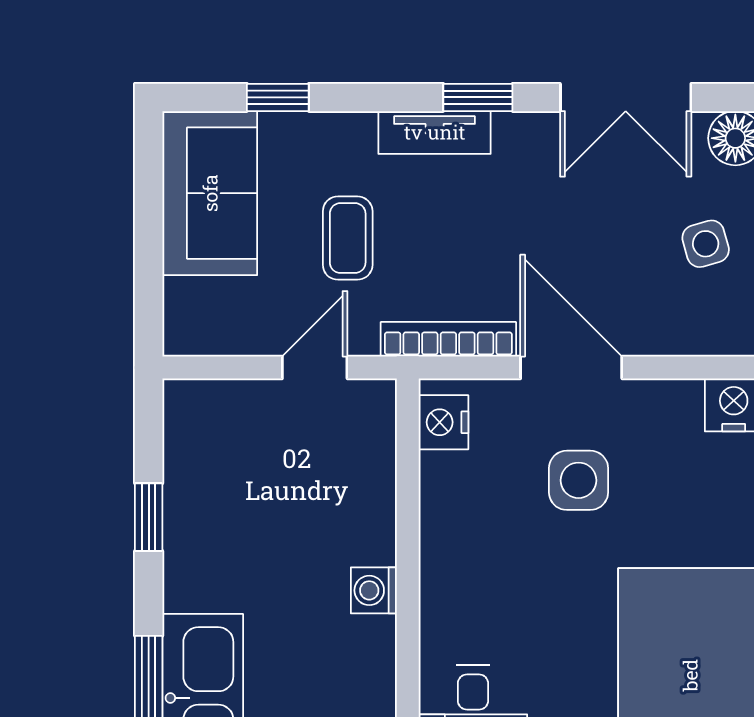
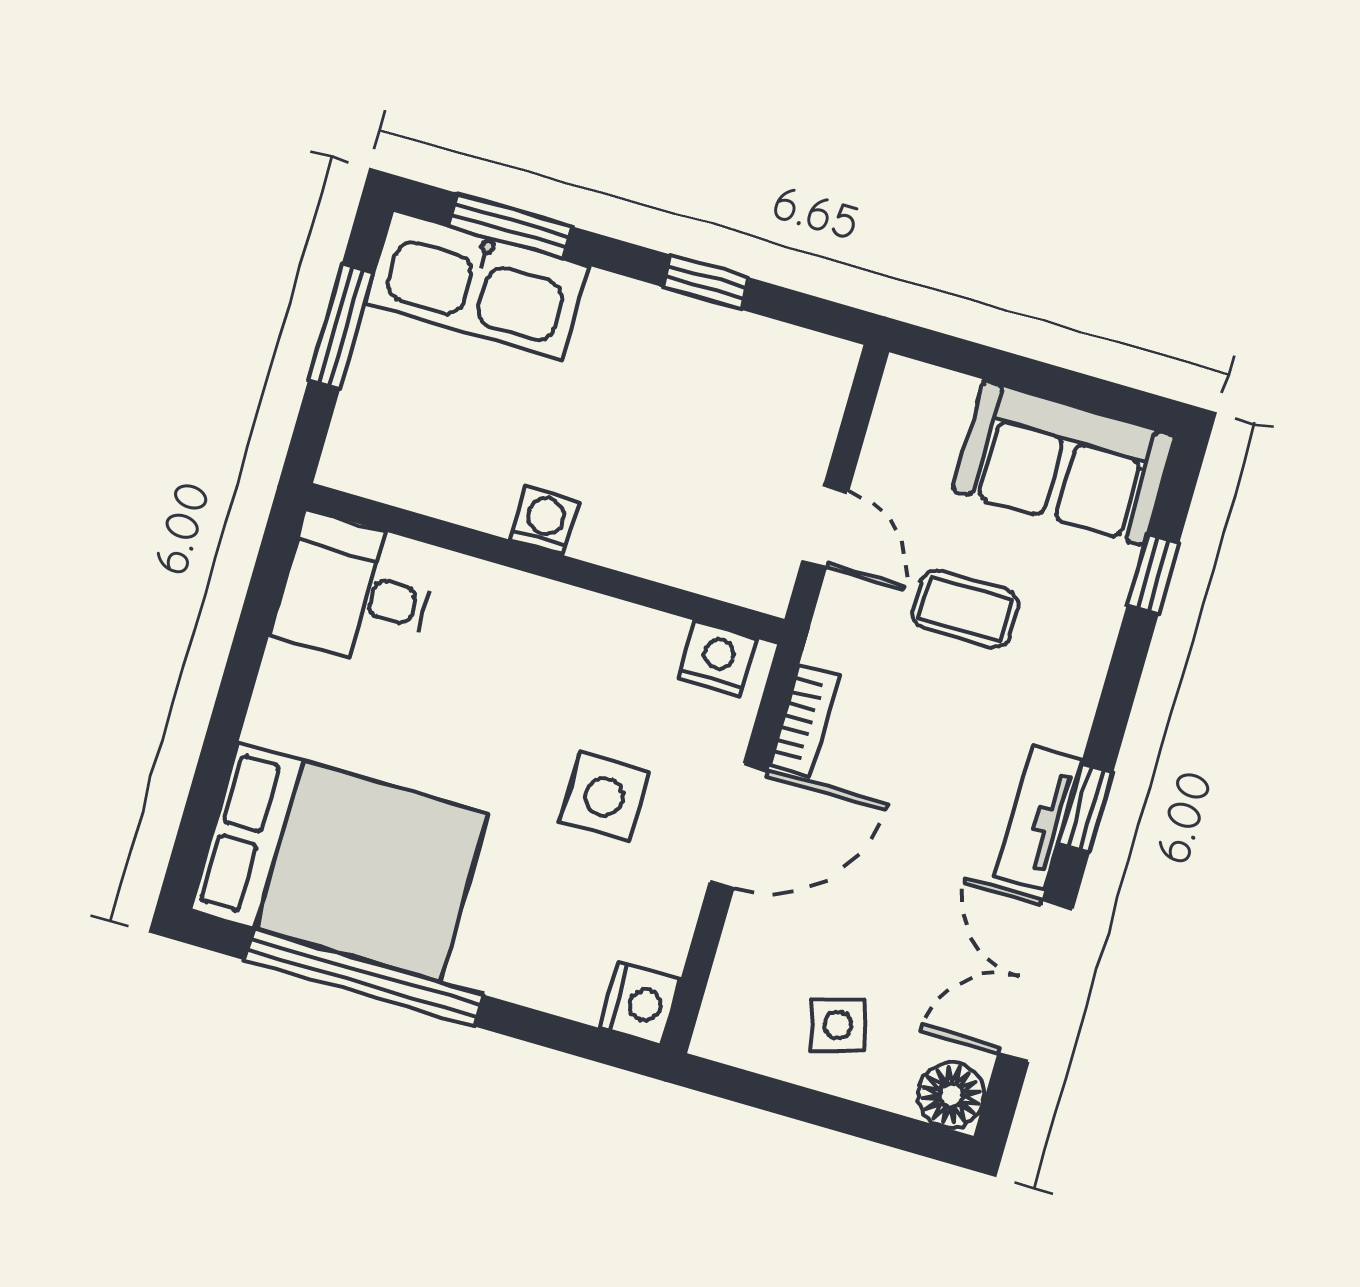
tv unit: (435, 132) -> (1038, 818), moved
bookcase: (448, 339) -> (805, 721), width x0.64

